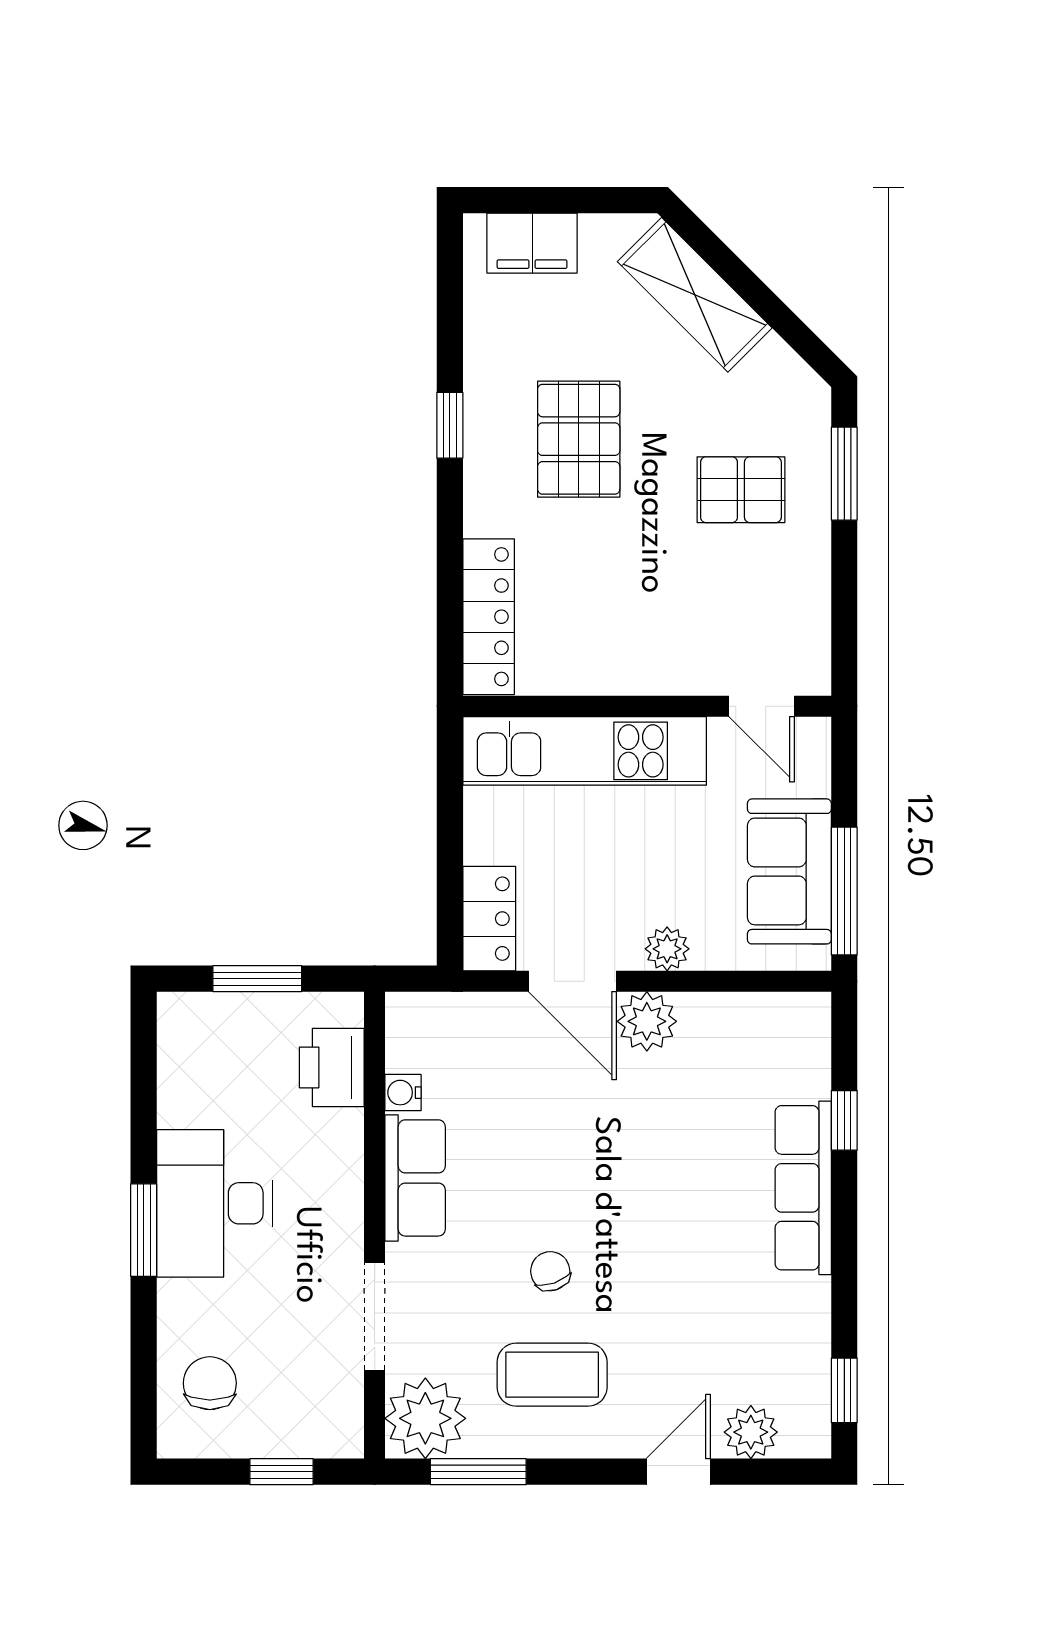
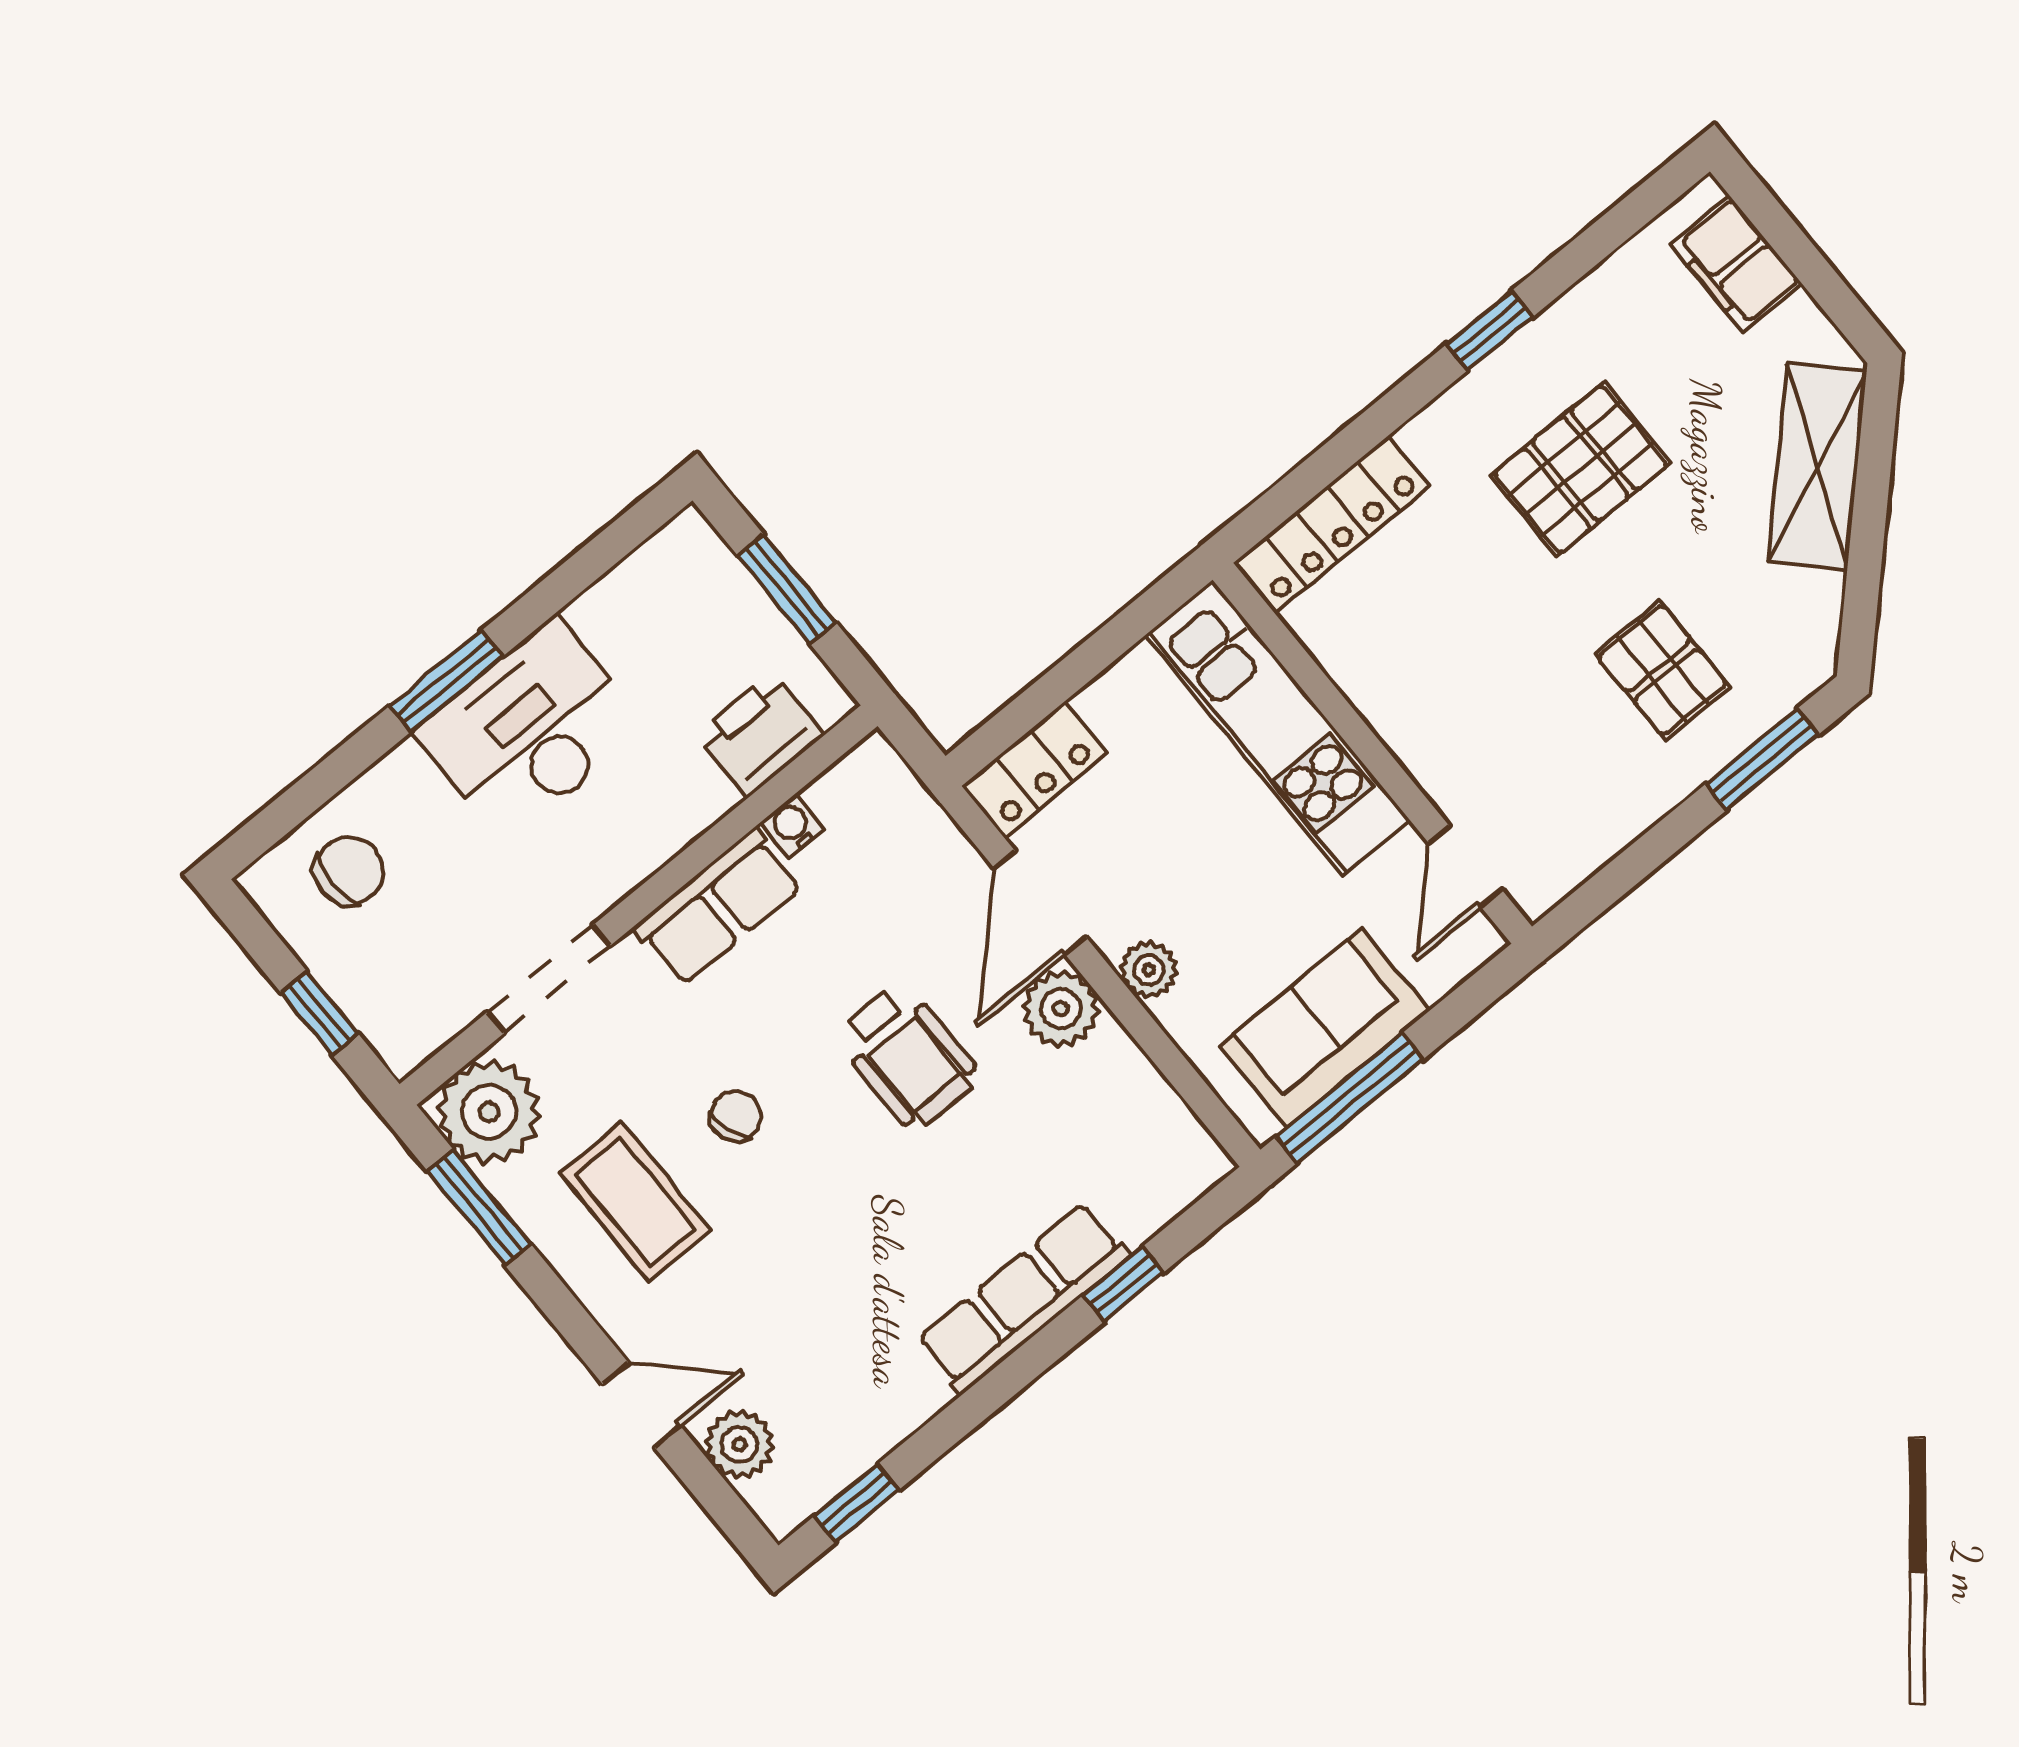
wheelchair: (600, 1138) -> (908, 1057), added

